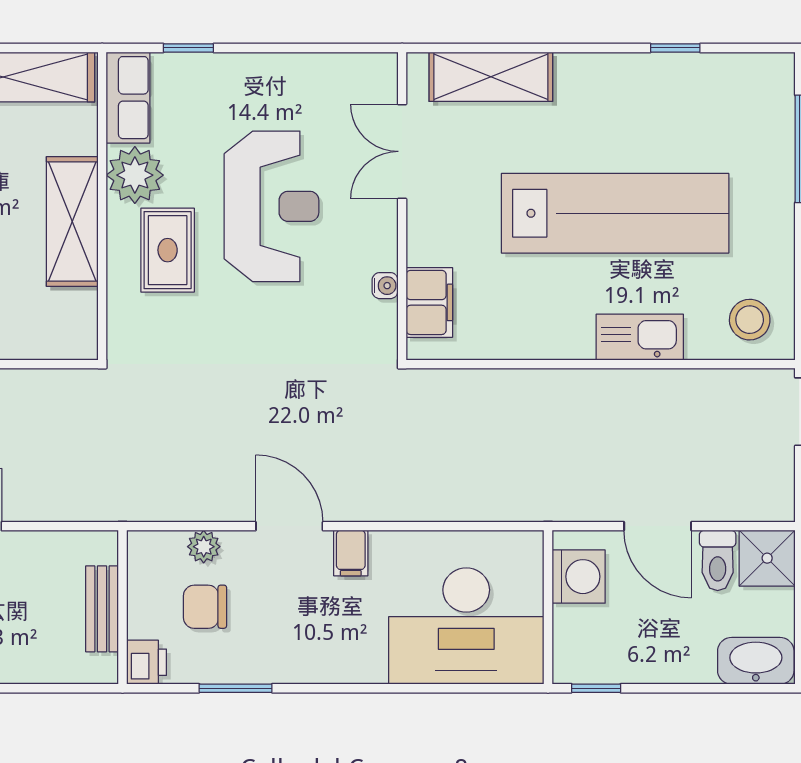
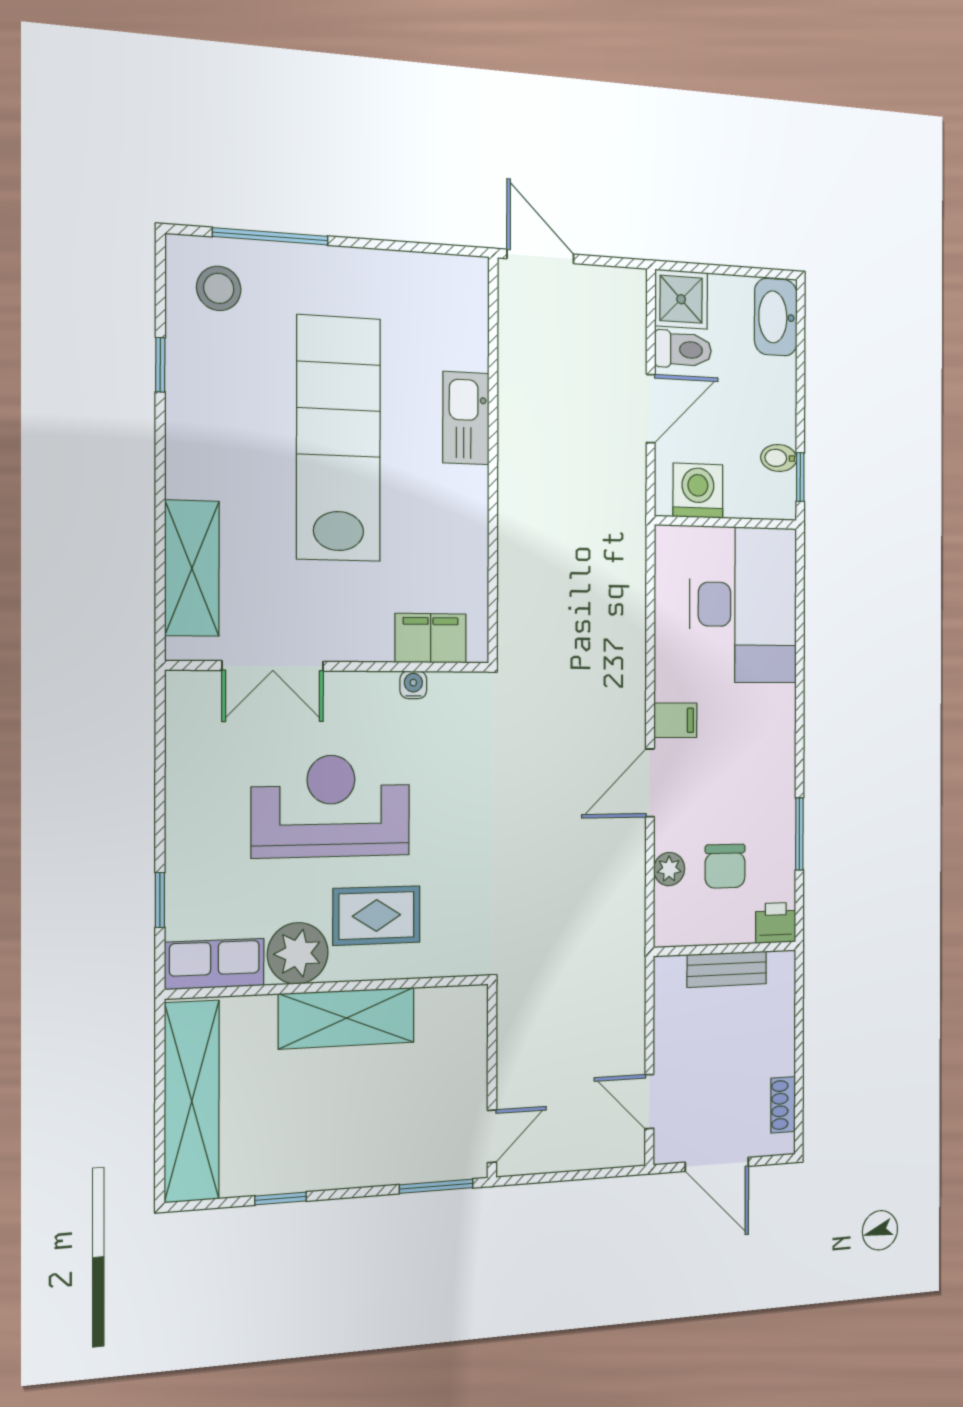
stool: (750, 320) -> (219, 288), moved
bidet: (614, 664) -> (779, 458), added

